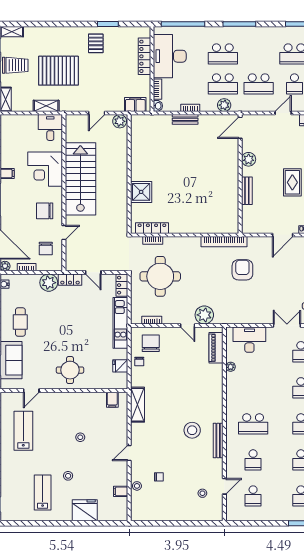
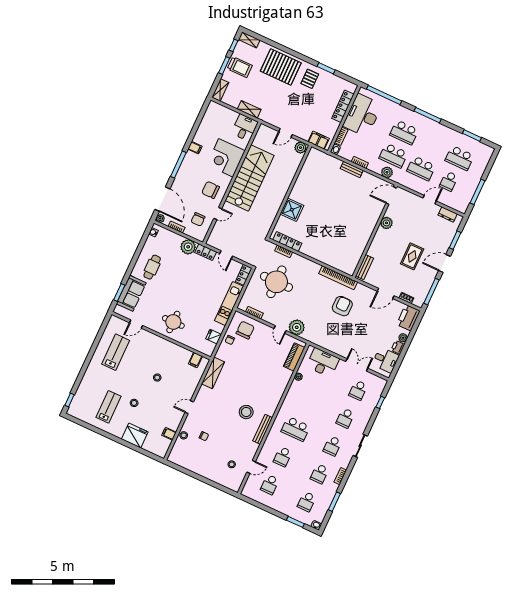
pallet: (58, 71) -> (281, 67), moved
bench: (247, 191) -> (364, 267), moved

